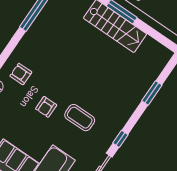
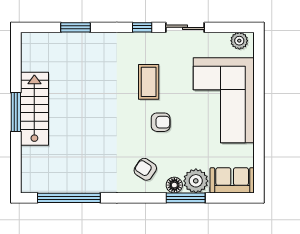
armchair: (21, 74) -> (145, 169), turned 123

